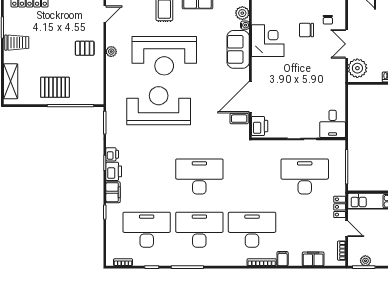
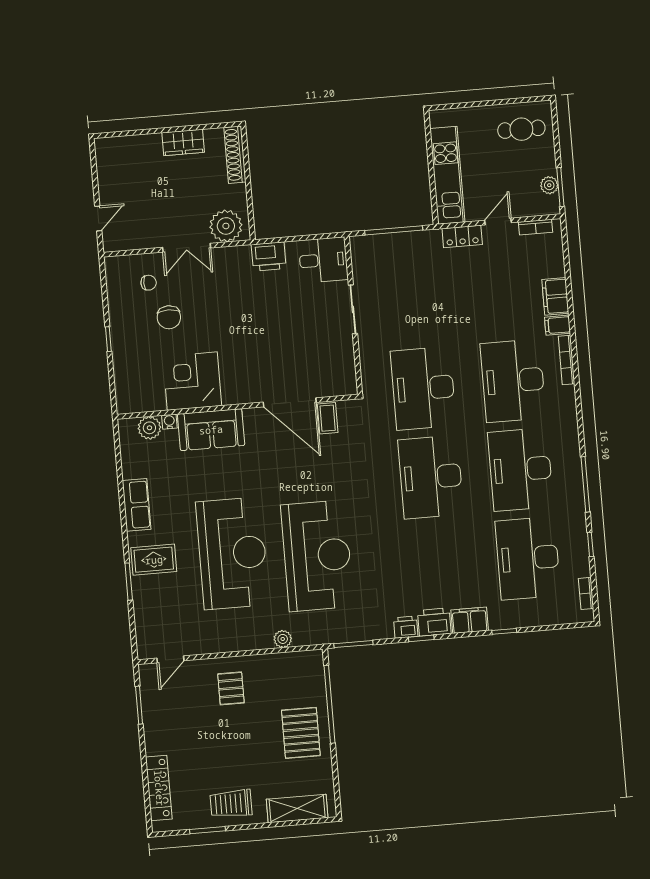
door: (105, 14) -> (170, 659), swing flipped
trolley: (17, 43) -> (231, 804), turned -90
plant: (111, 52) -> (283, 639), moved
reception desk: (159, 106) -> (317, 556), turned 180
printer: (260, 126) -> (269, 256), moved, turned 180
desk: (305, 176) -> (423, 388), moved
filing cabinet: (313, 259) -> (555, 296), moved

